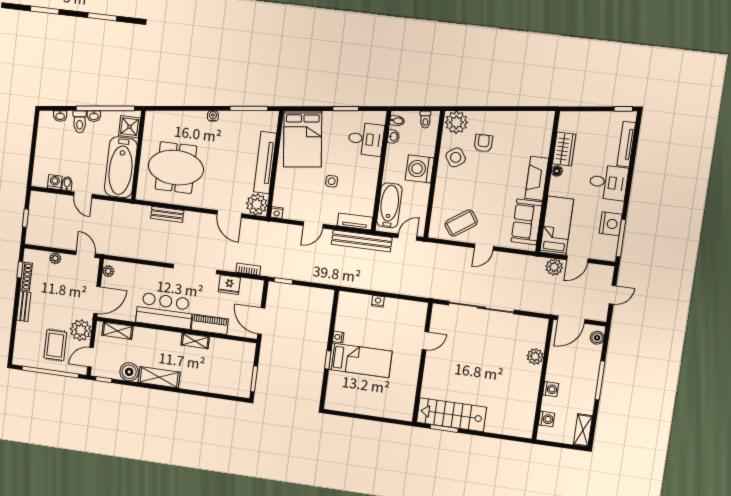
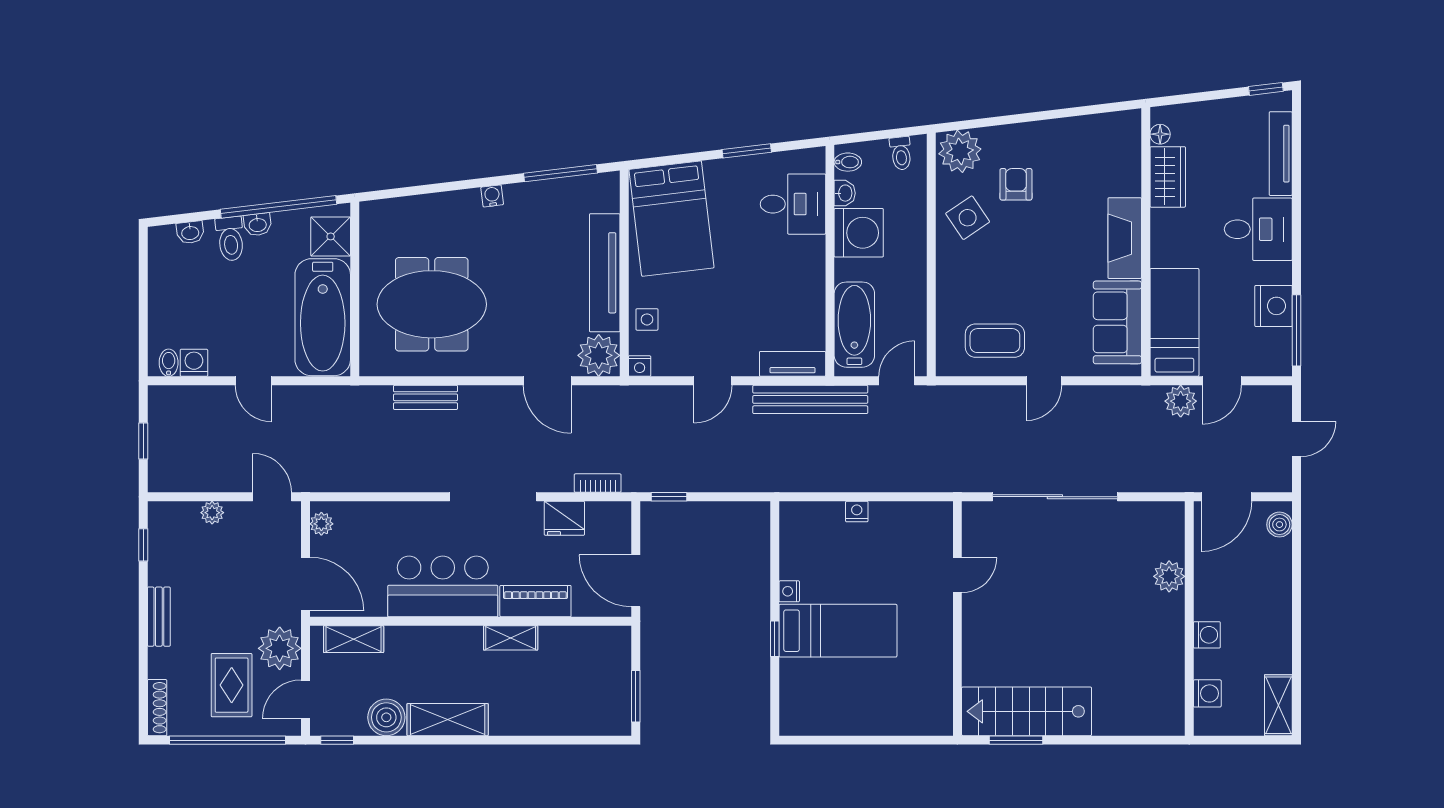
washing machine: (420, 169) -> (859, 233), moved, turned 180
floor lamp: (557, 171) -> (1160, 134), moved
side table: (332, 181) -> (647, 319), moved
bidet: (67, 184) -> (169, 363), moved
coffee table: (461, 223) -> (995, 341), turned 35
shoe rack: (26, 276) -> (157, 708), moved
door: (97, 300) -> (305, 584), hinge flipped
window: (600, 380) -> (1296, 605), removed

